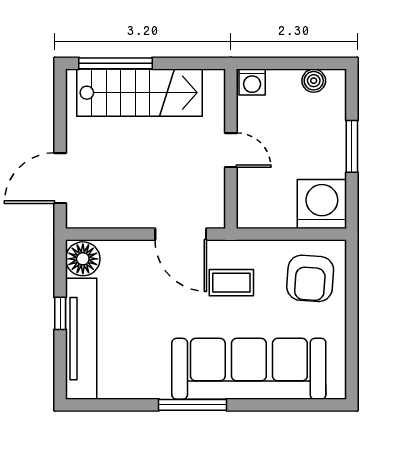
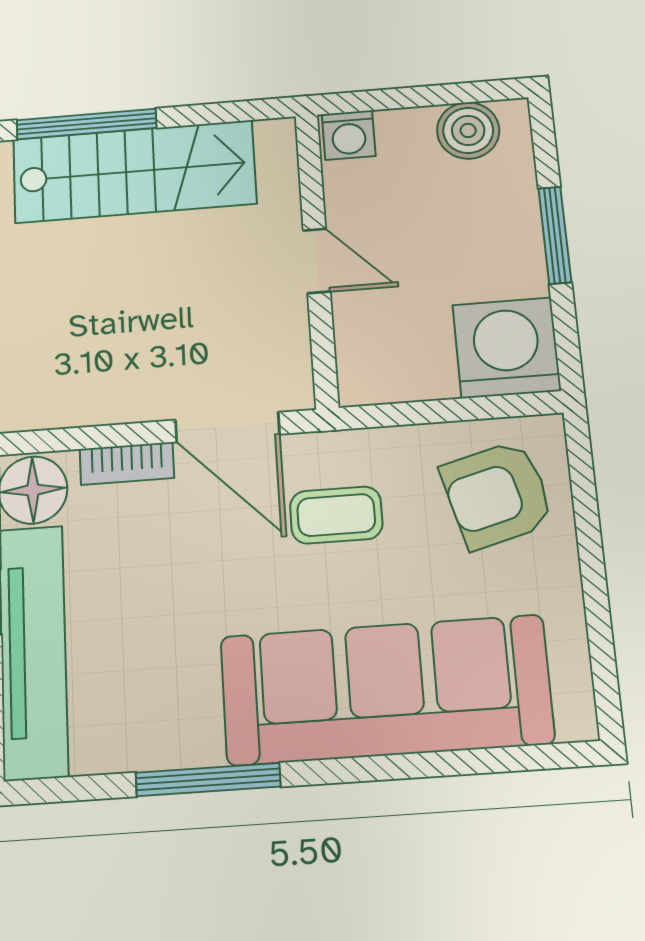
boiler: (314, 81) -> (468, 130), width x1.36, depth x1.36
bookcase: (130, 249) -> (127, 463), added
armchair: (310, 278) -> (497, 495), turned 71
window: (192, 405) -> (208, 780), moved

